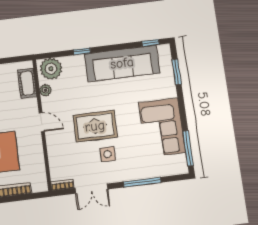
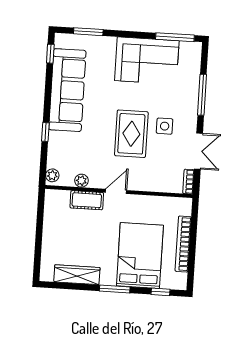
plant: (51, 69) -> (52, 175), width x0.53, depth x0.53
cot: (27, 83) -> (87, 200), moved

